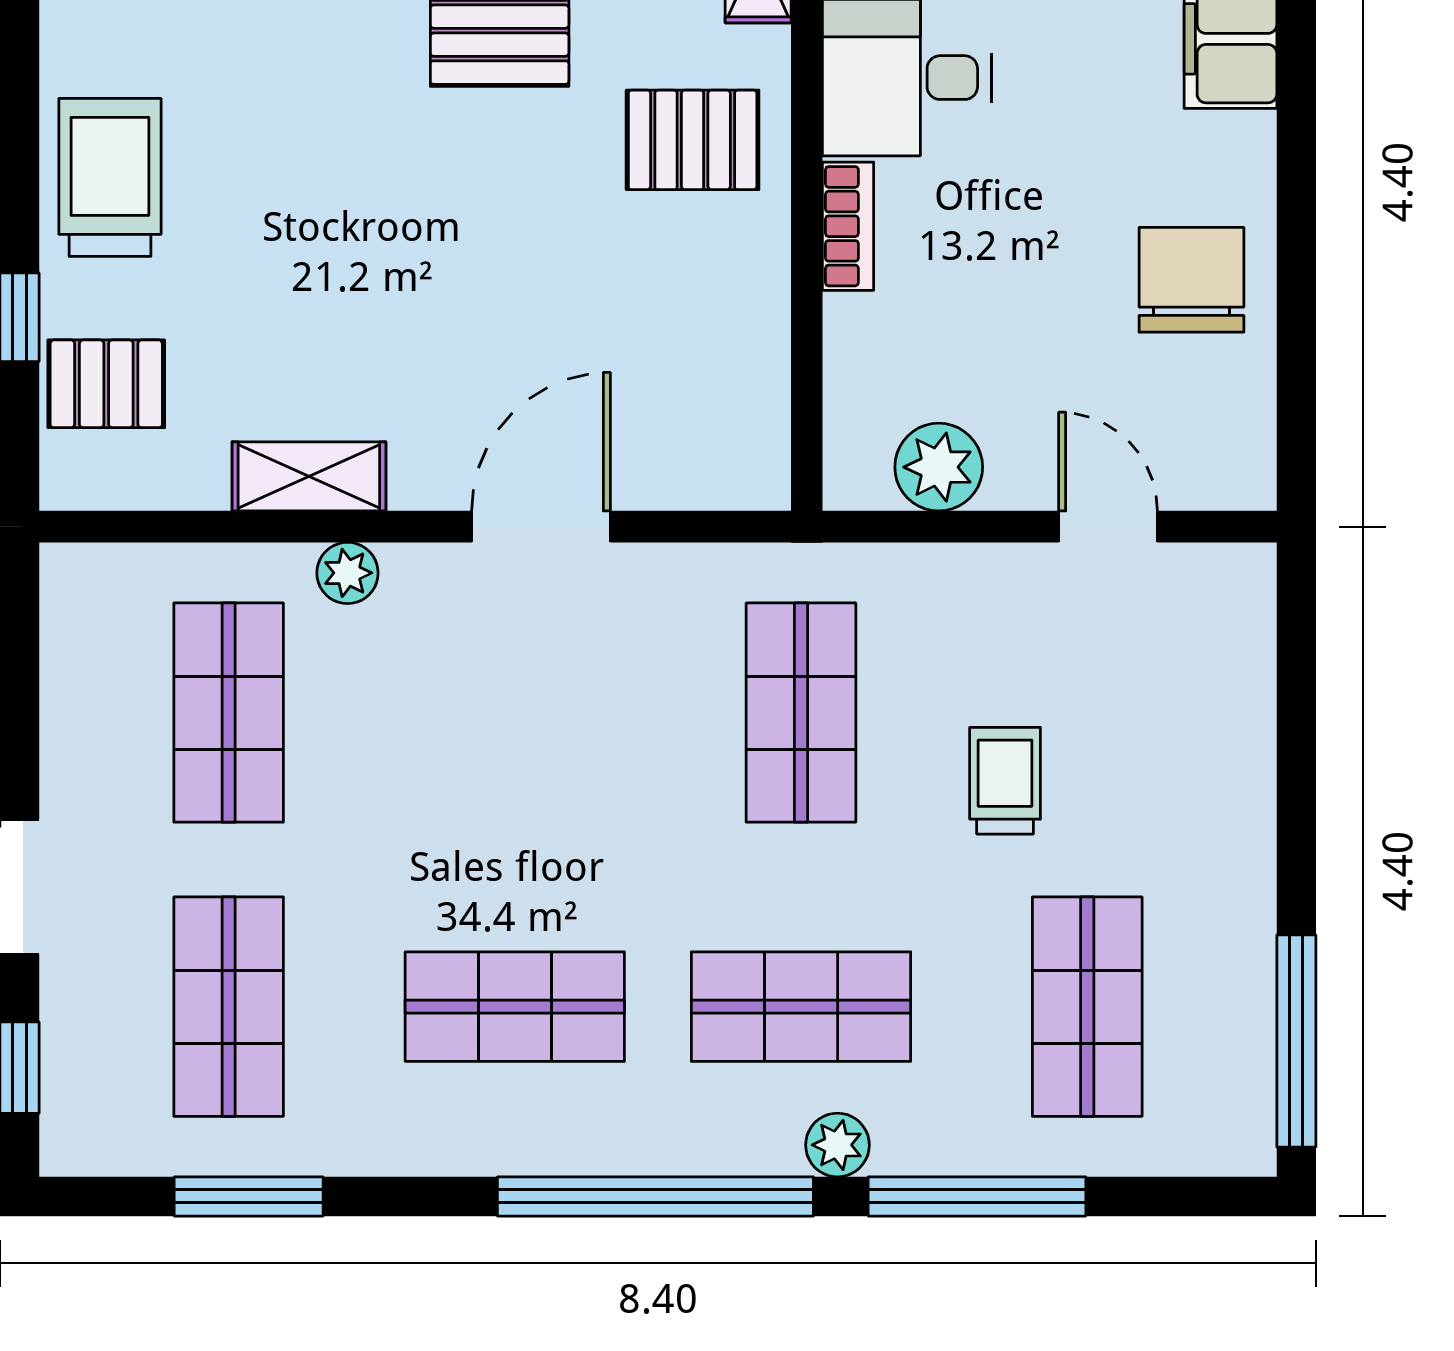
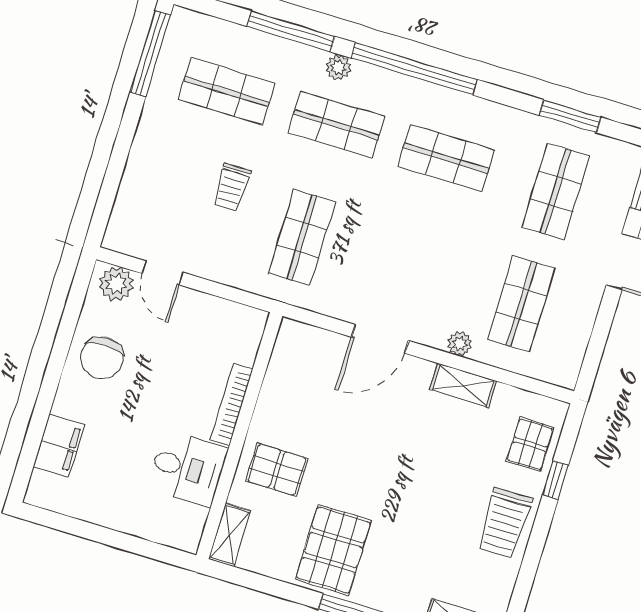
bookcase: (848, 226) -> (231, 404), width x1.56
pallet: (106, 384) -> (530, 444), turned 90
plant: (939, 467) -> (116, 284), moved
shop shelf: (1087, 1007) -> (227, 91), turned 90

